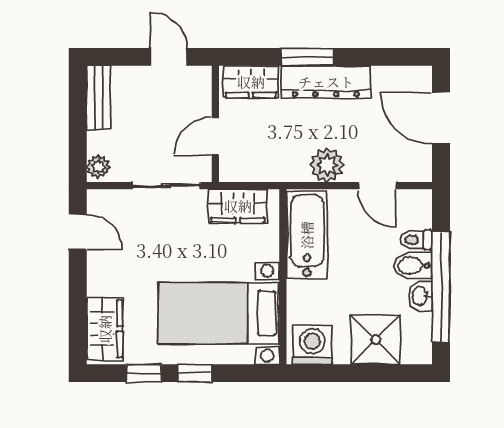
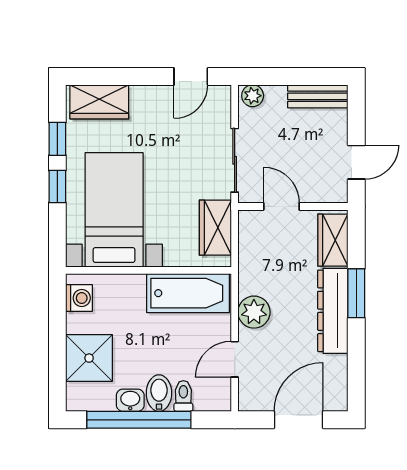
washing machine: (312, 345) -> (79, 298), width x0.73, depth x0.73

